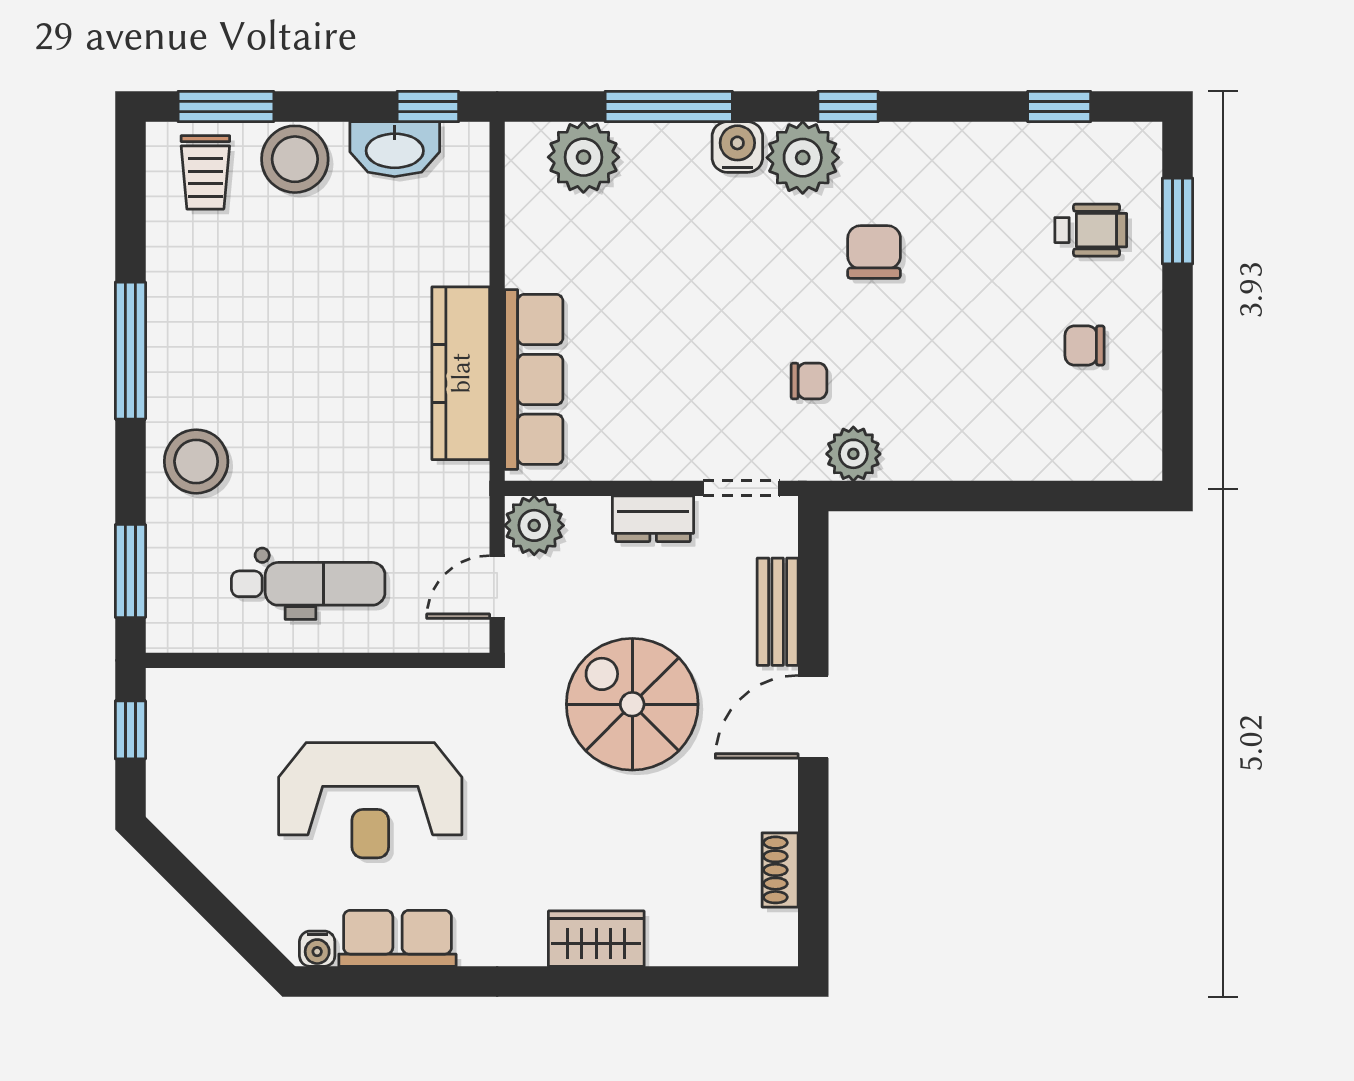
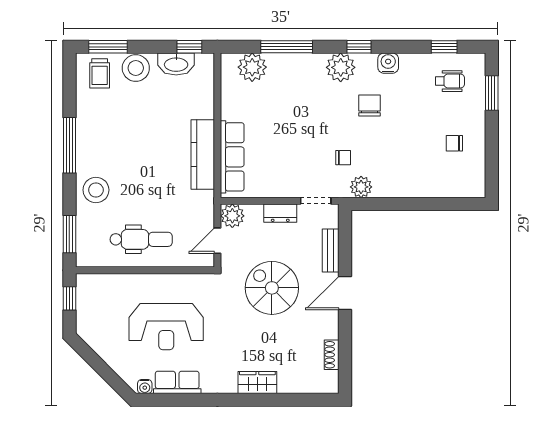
water cooler: (737, 147) -> (388, 63), moved
wheelchair: (1091, 230) -> (450, 81), moved

